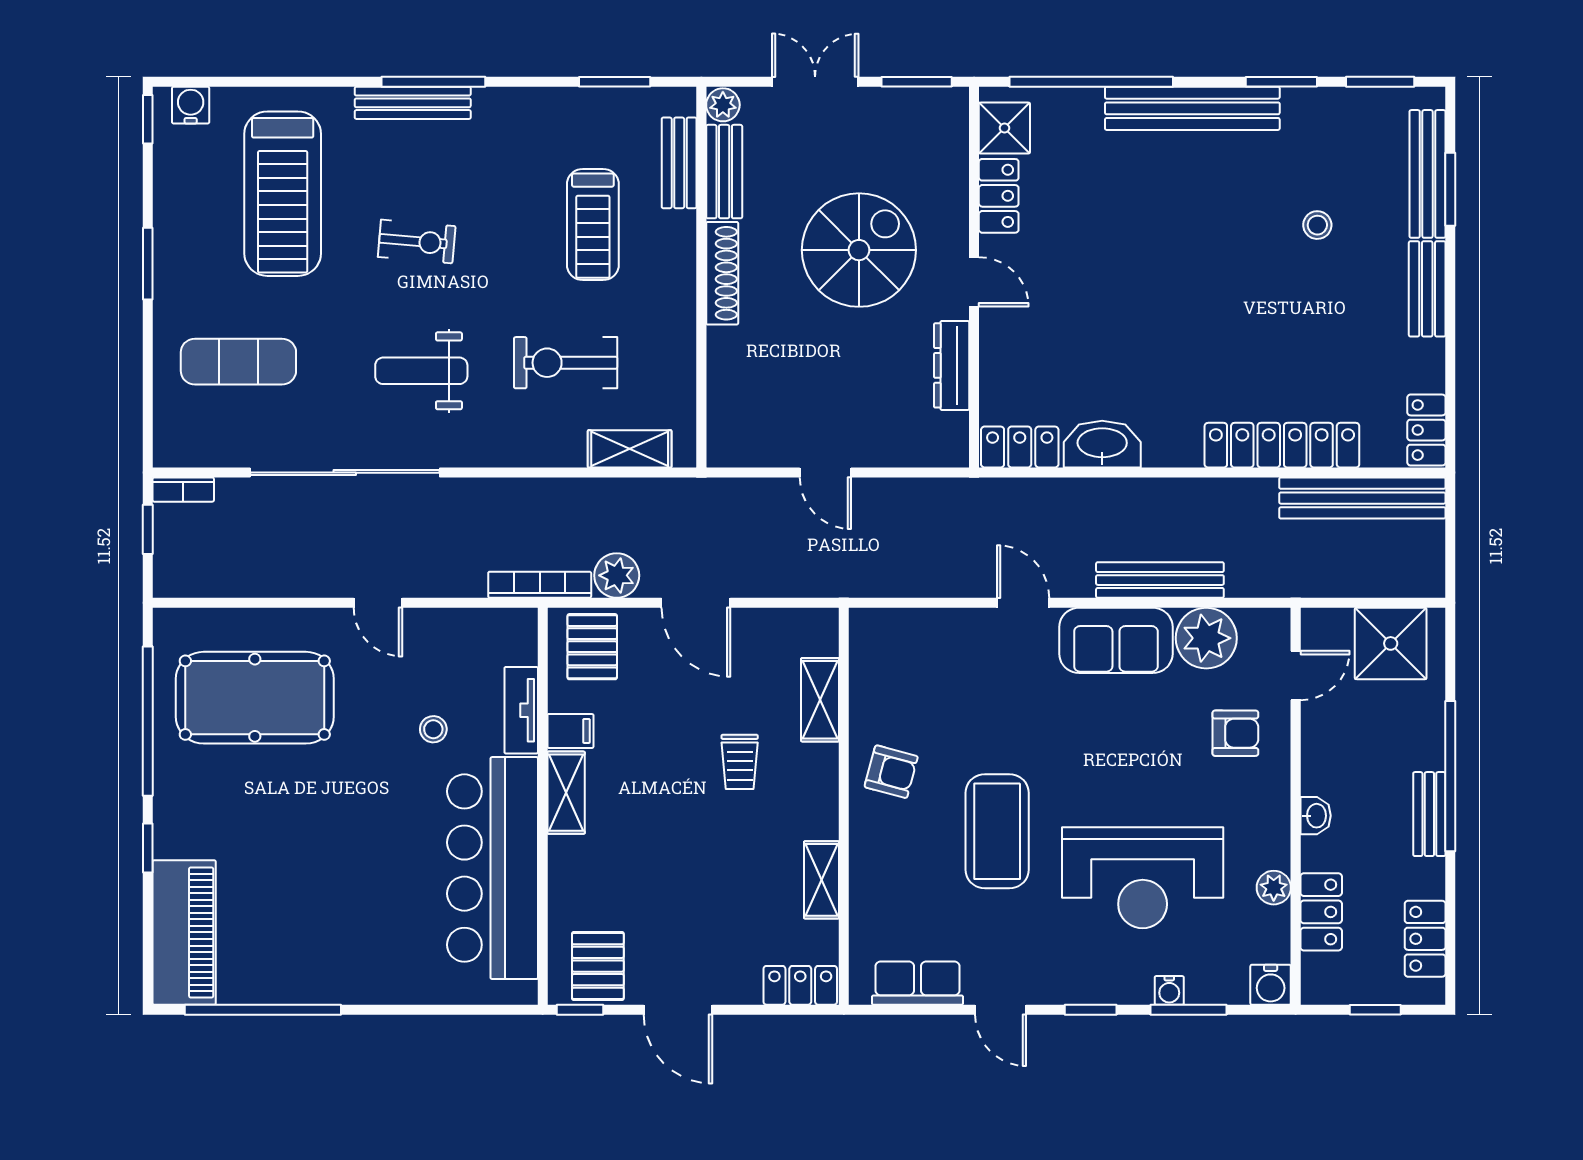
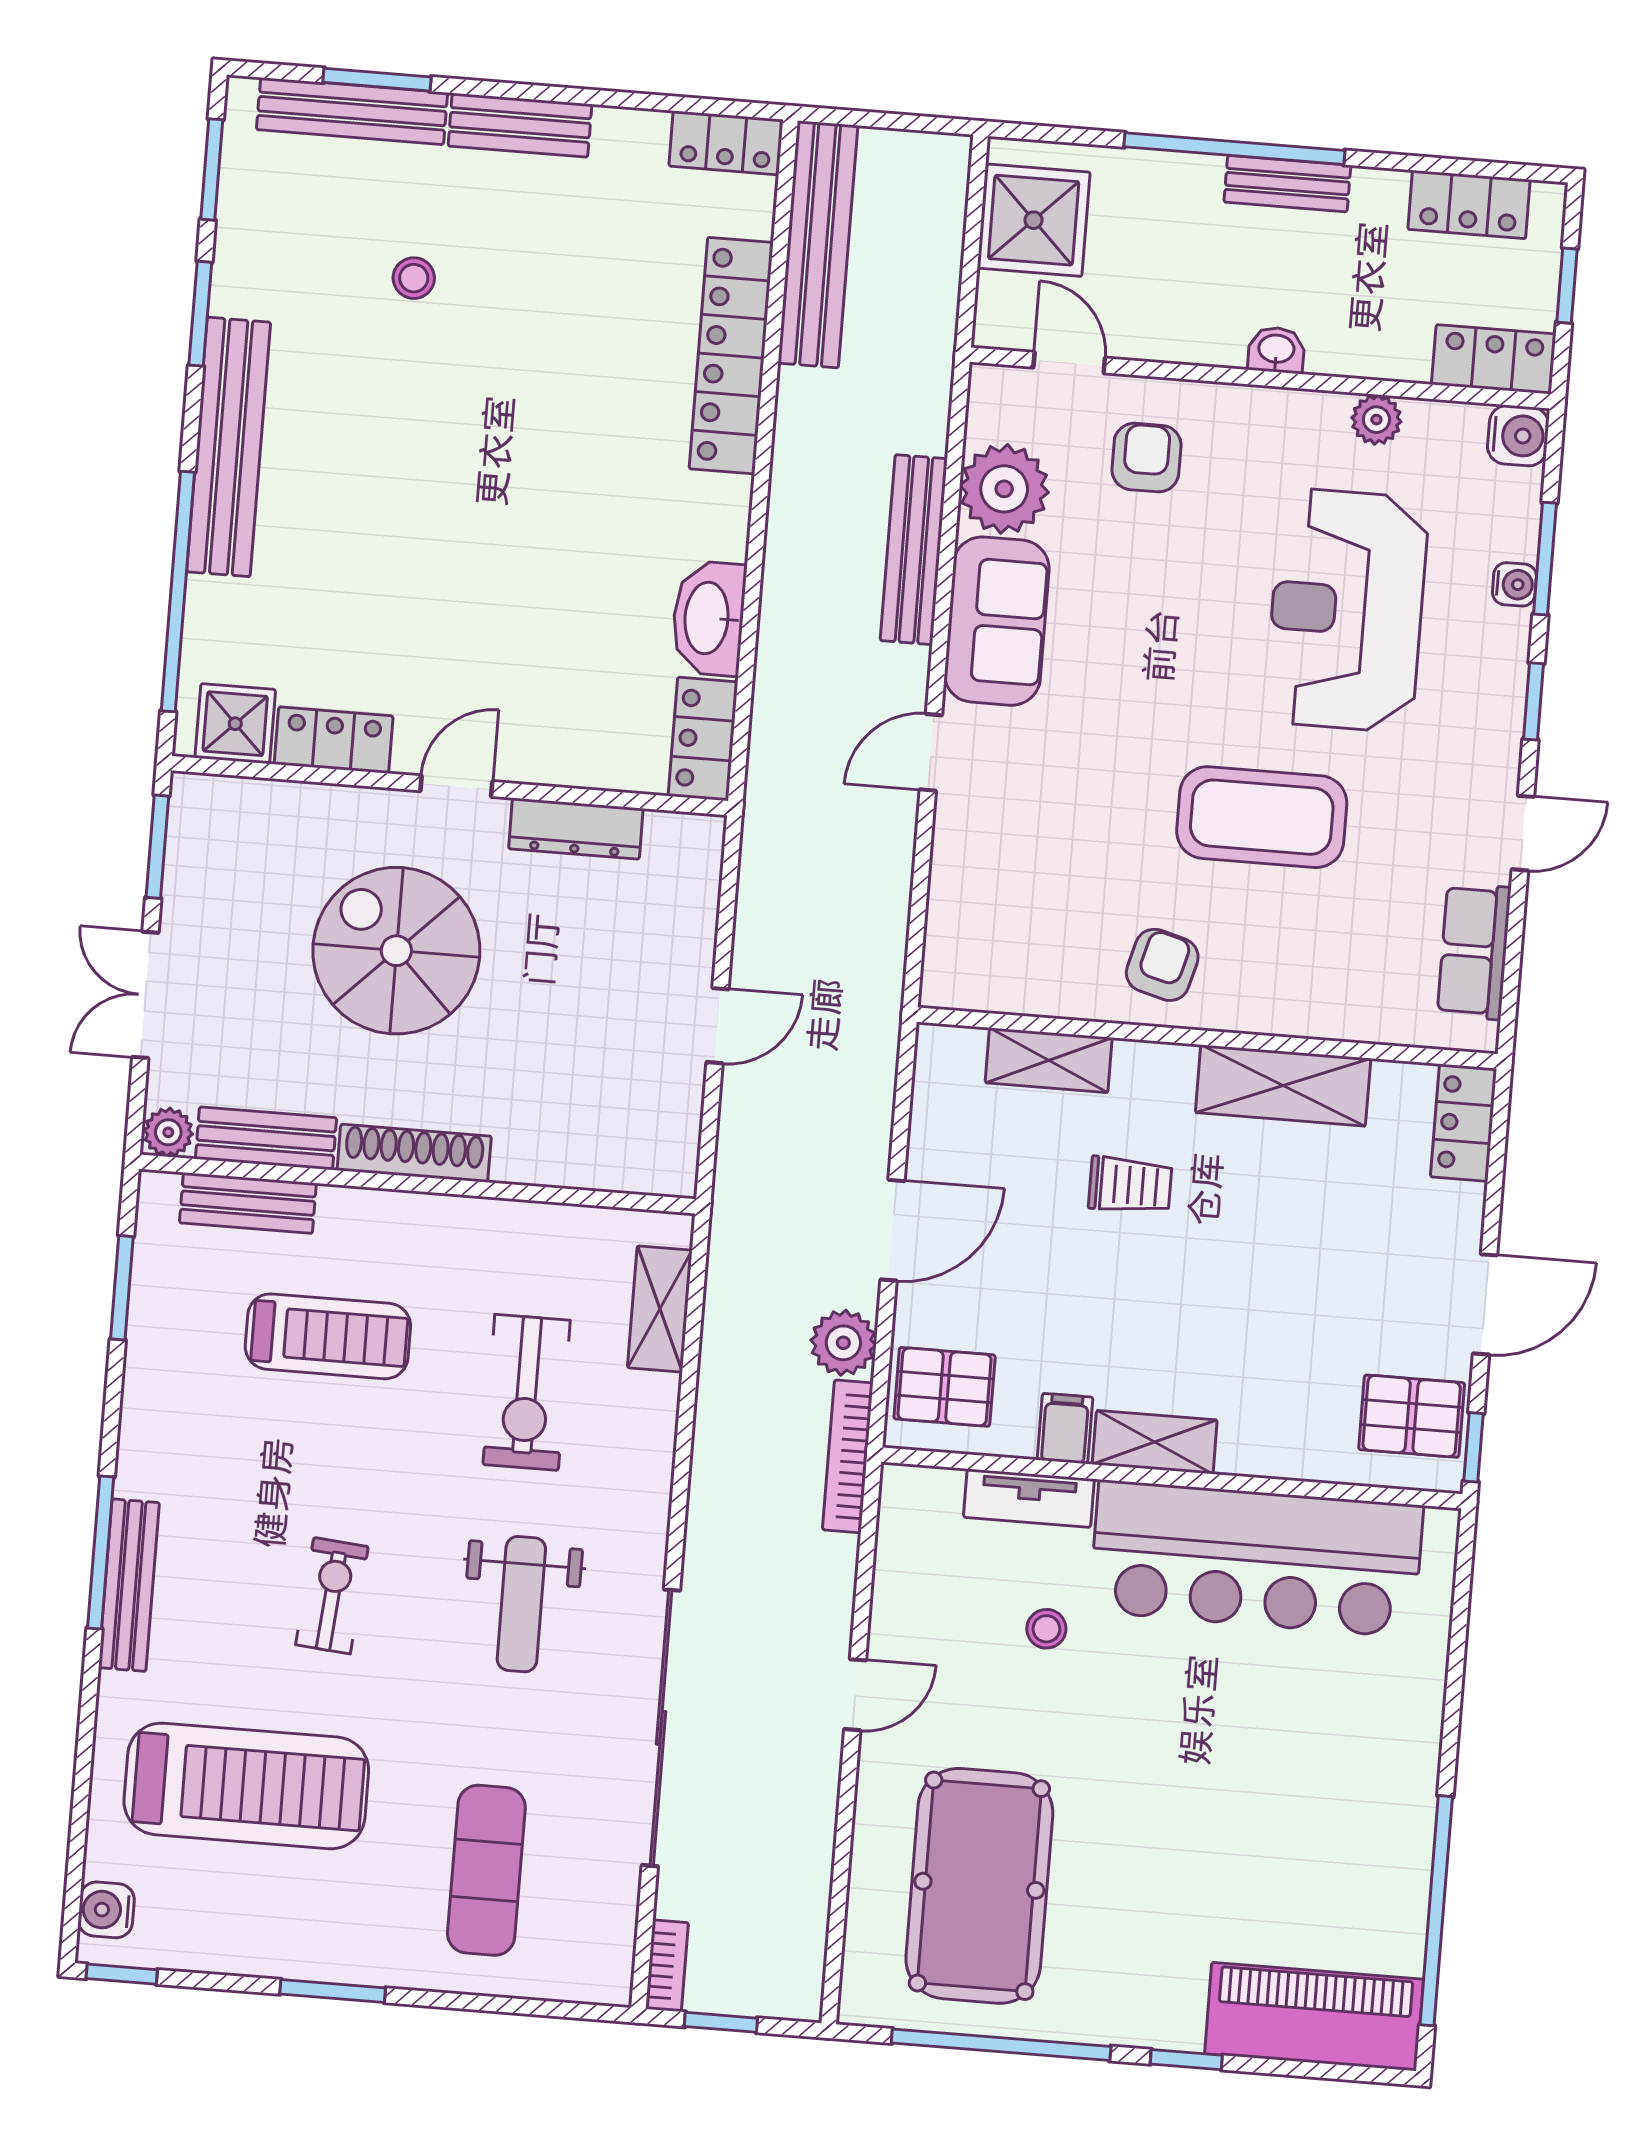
reception desk: (1143, 878) -> (1347, 610), turned 180
shelving: (821, 880) -> (1283, 1086), width x1.50, depth x1.33
locker: (1321, 912) -> (1494, 359), moved

